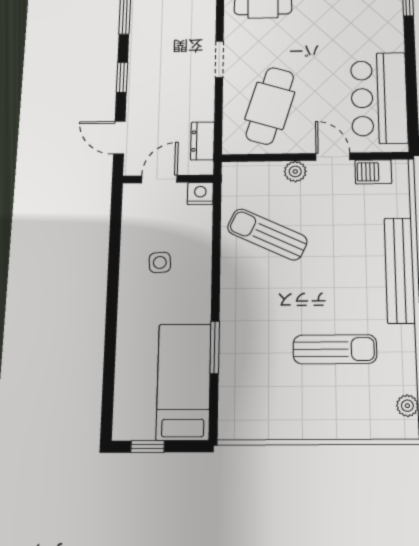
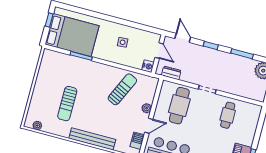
cafe table: (270, 106) -> (179, 106), turned 73
door: (119, 138) -> (183, 38), hinge flipped
bed: (184, 382) -> (72, 35), width x1.50

